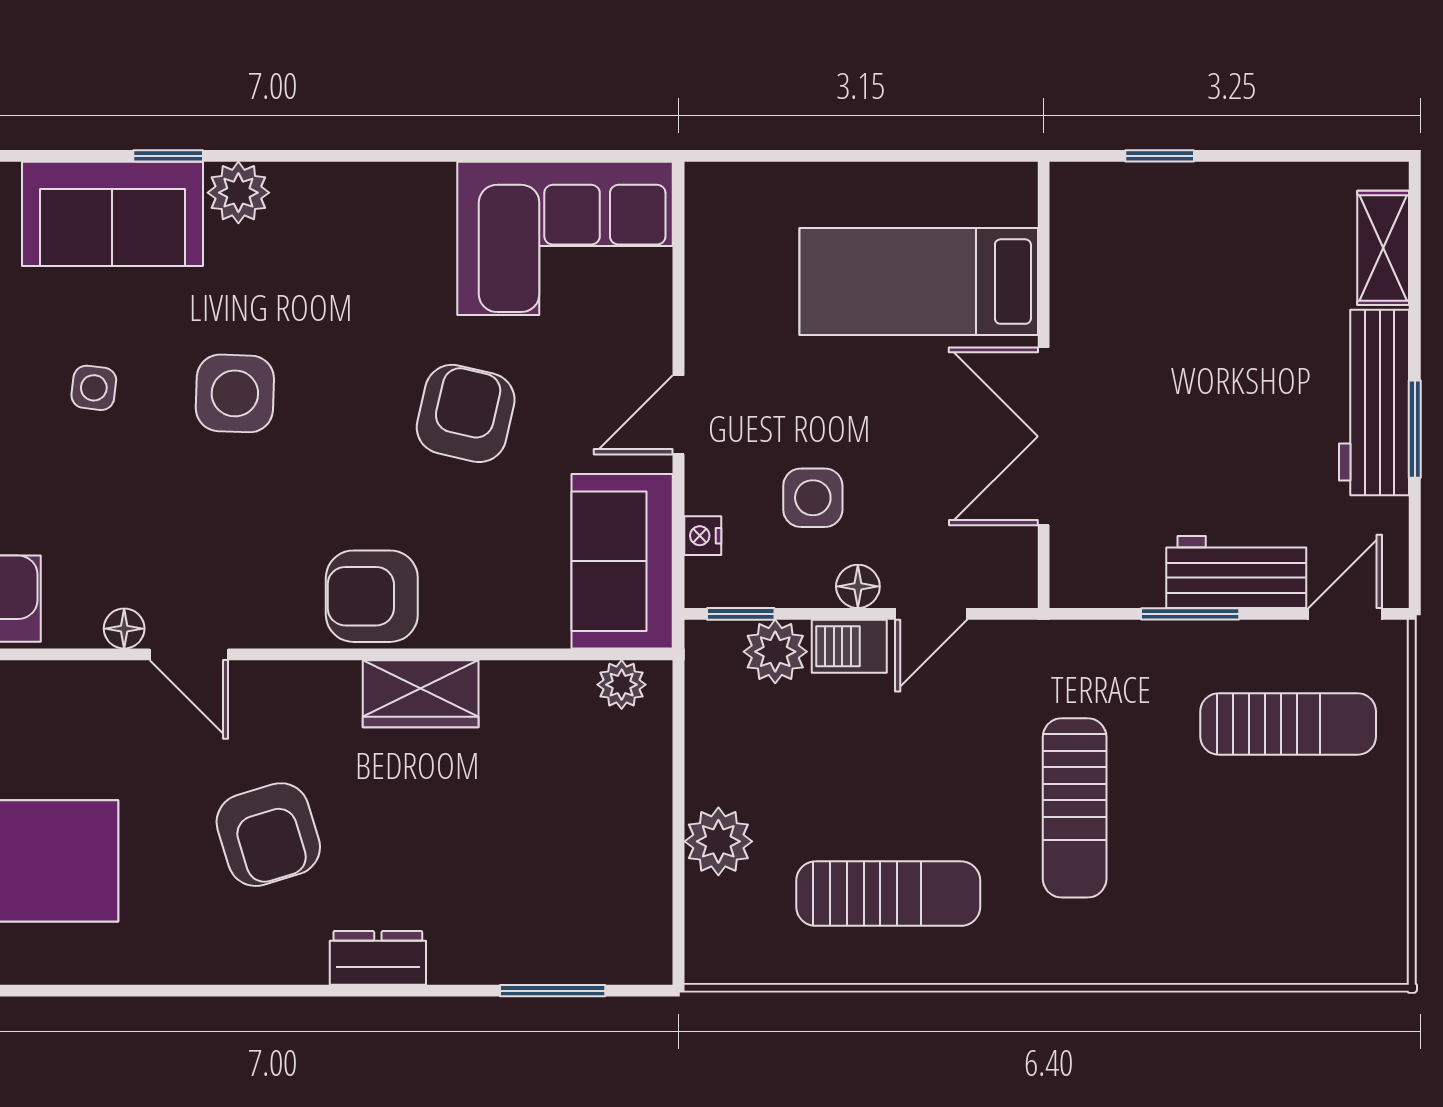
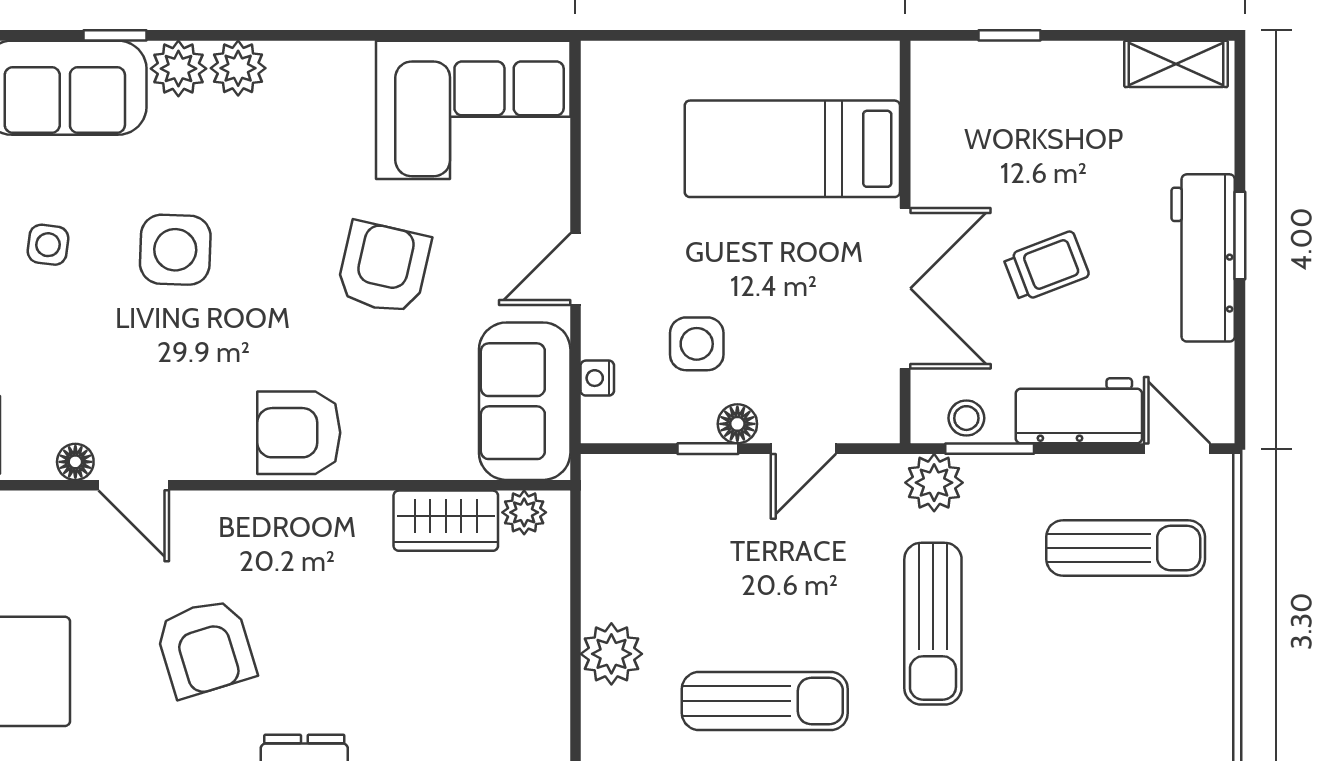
plant: (304, 192) -> (238, 68), added
shelving: (1383, 248) -> (1176, 64), moved, turned 90
trolley: (1200, 412) -> (1046, 266), added
window: (1415, 429) -> (1240, 235), moved
double door: (1044, 436) -> (905, 288), swing flipped
stool: (1112, 580) -> (966, 418), added
window: (741, 614) -> (708, 449), moved
window: (1190, 614) -> (990, 449), moved
door: (1345, 614) -> (1177, 449), hinge flipped
barbecue: (849, 646) -> (730, 478), removed
plant: (775, 652) -> (934, 483), moved
wardrobe: (421, 694) -> (446, 521), moved

